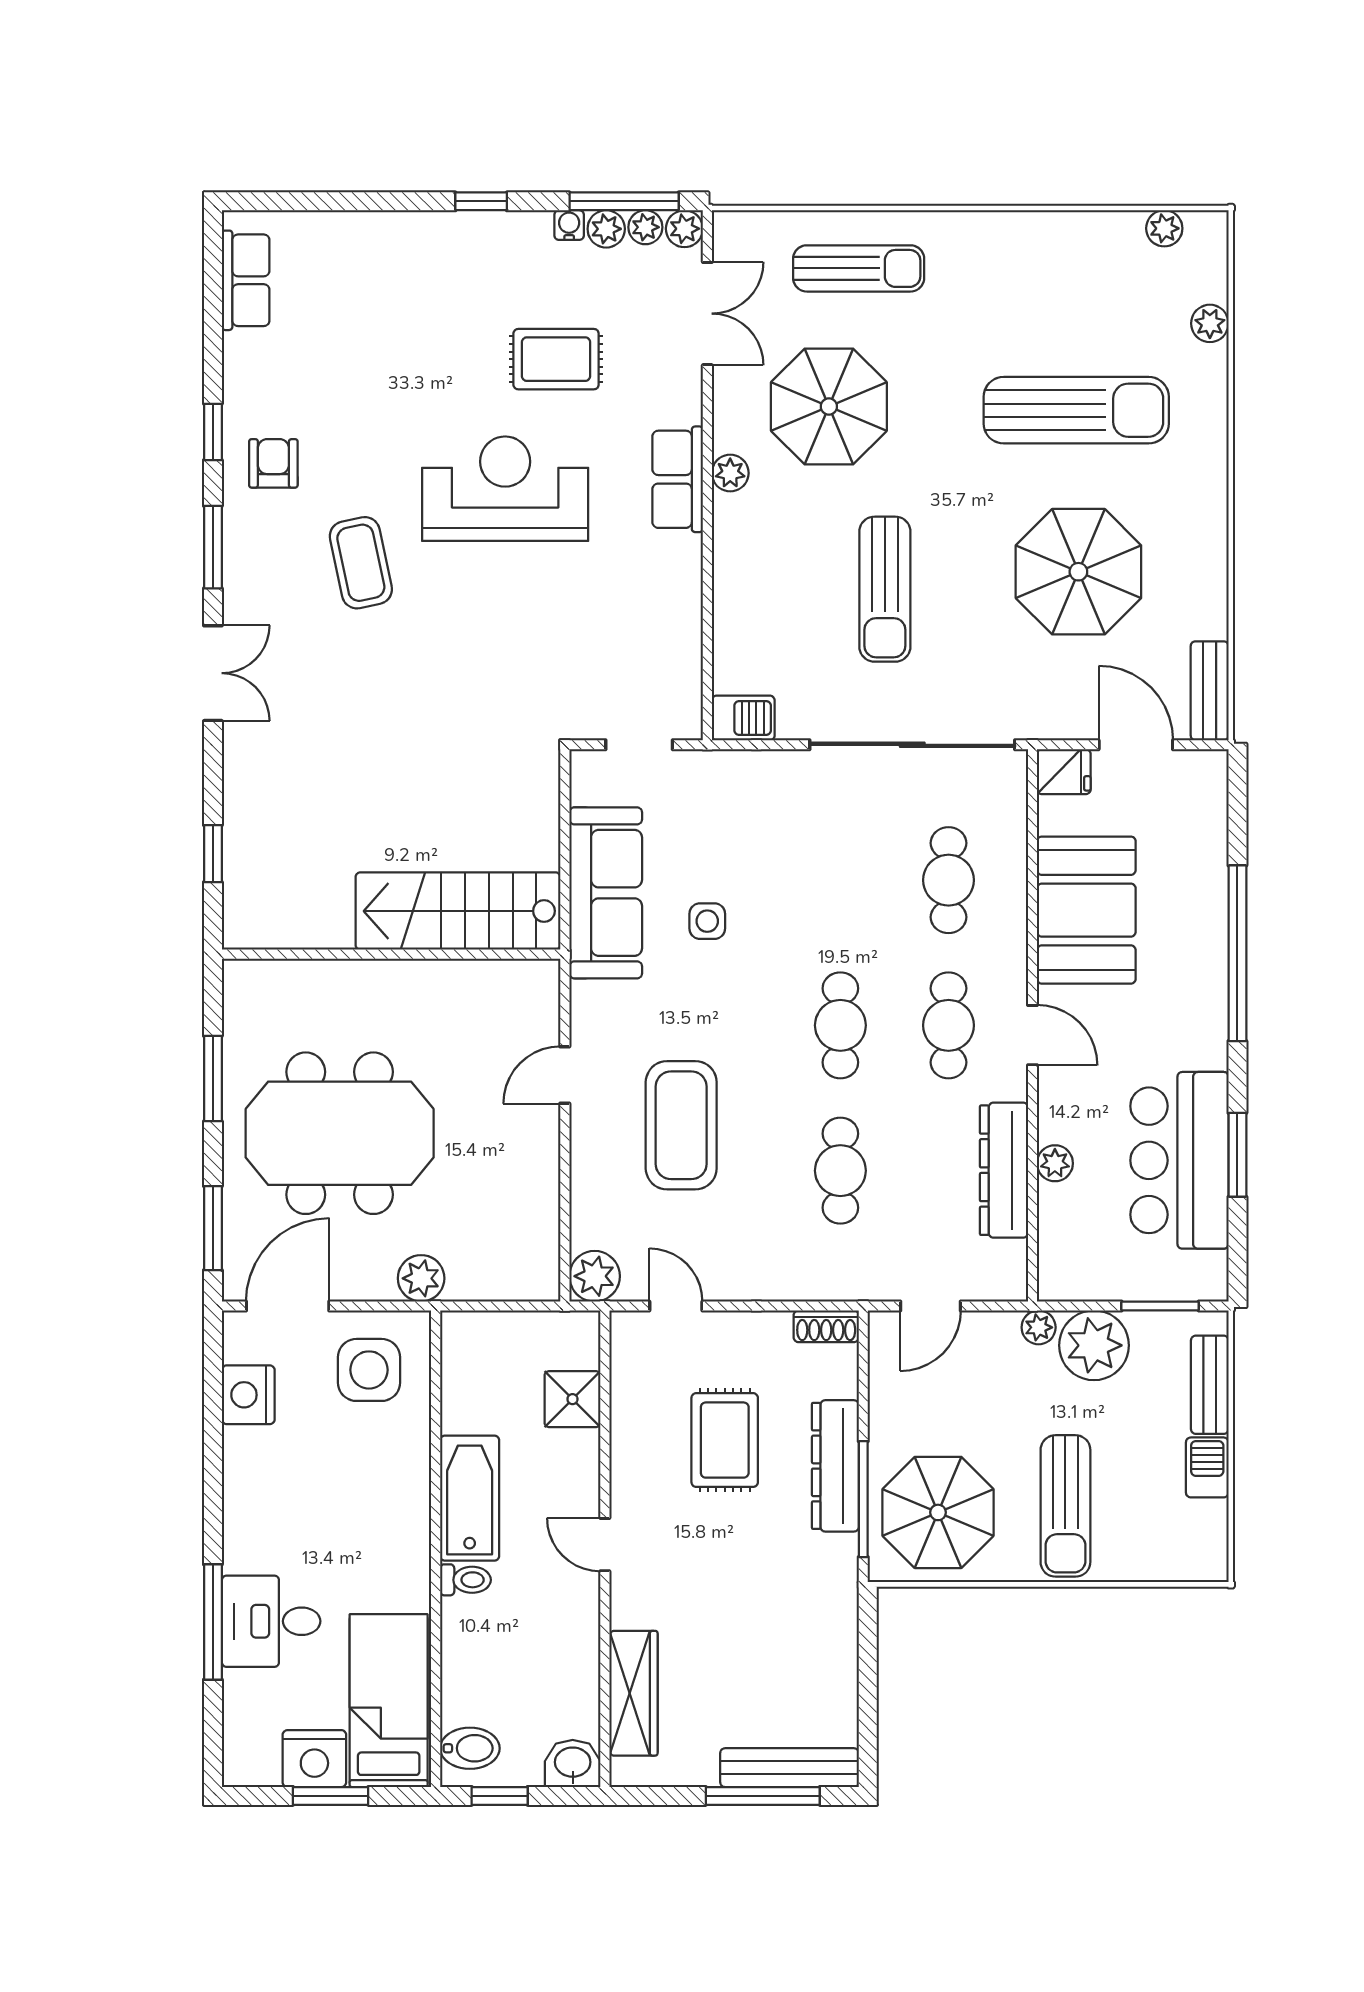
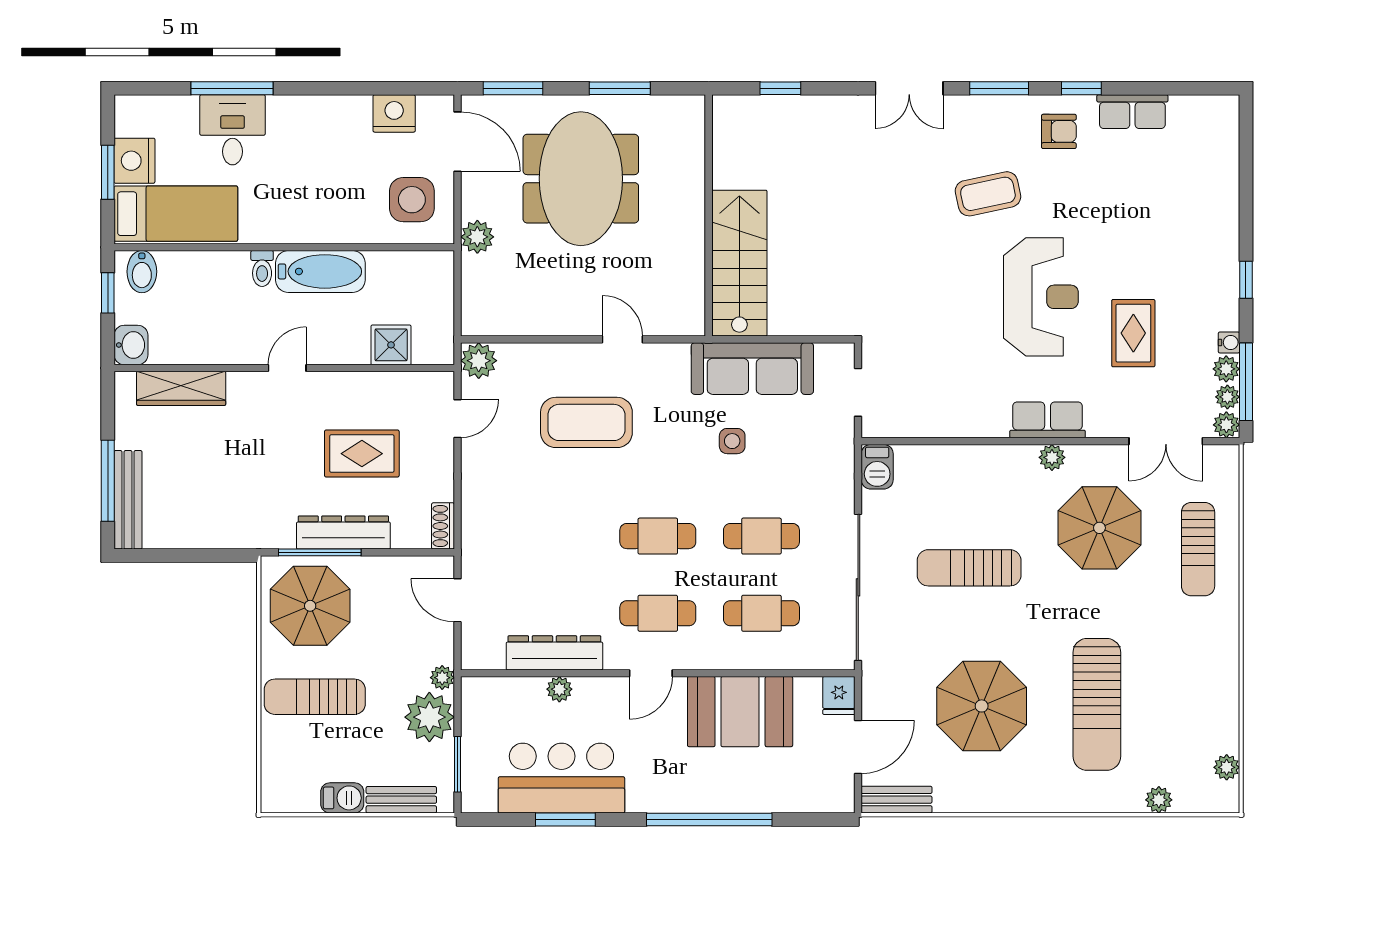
row of seats: (246, 280) -> (1132, 112), moved
cafe table: (840, 1171) -> (761, 536), moved

